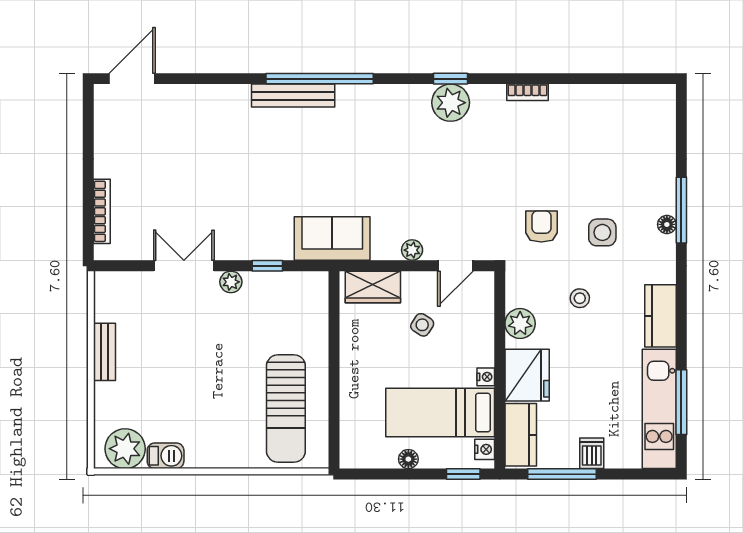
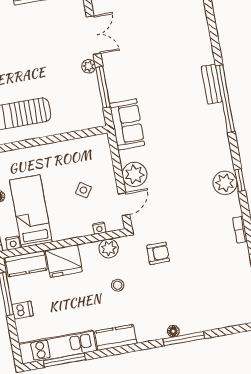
bench: (293, 96) -> (212, 84), width x0.73
side table: (602, 232) -> (161, 292), removed
plant: (412, 250) -> (135, 174), width x1.88, depth x1.88
window: (267, 266) -> (103, 87), width x2.17
door: (455, 266) -> (124, 204), swing flipped
wardrobe: (373, 287) -> (101, 155), removed
plant: (520, 324) -> (109, 248), moved
nightstand: (486, 377) -> (99, 228), moved

